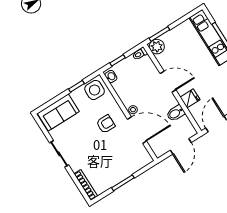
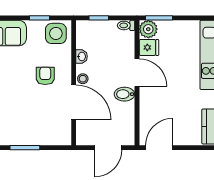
washbasin: (111, 77) -> (82, 56), moved
fridge: (190, 98) -> (149, 47), moved
bidet: (176, 113) -> (124, 94), moved
armchair: (106, 124) -> (45, 76), turned -90

